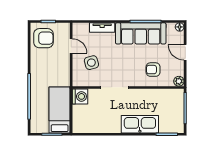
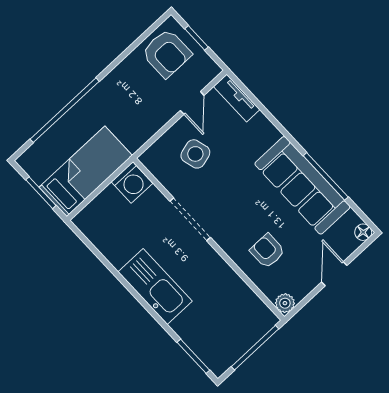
tv unit: (102, 27) -> (237, 98), moved
kitchen sink: (140, 124) -> (155, 287), moved

